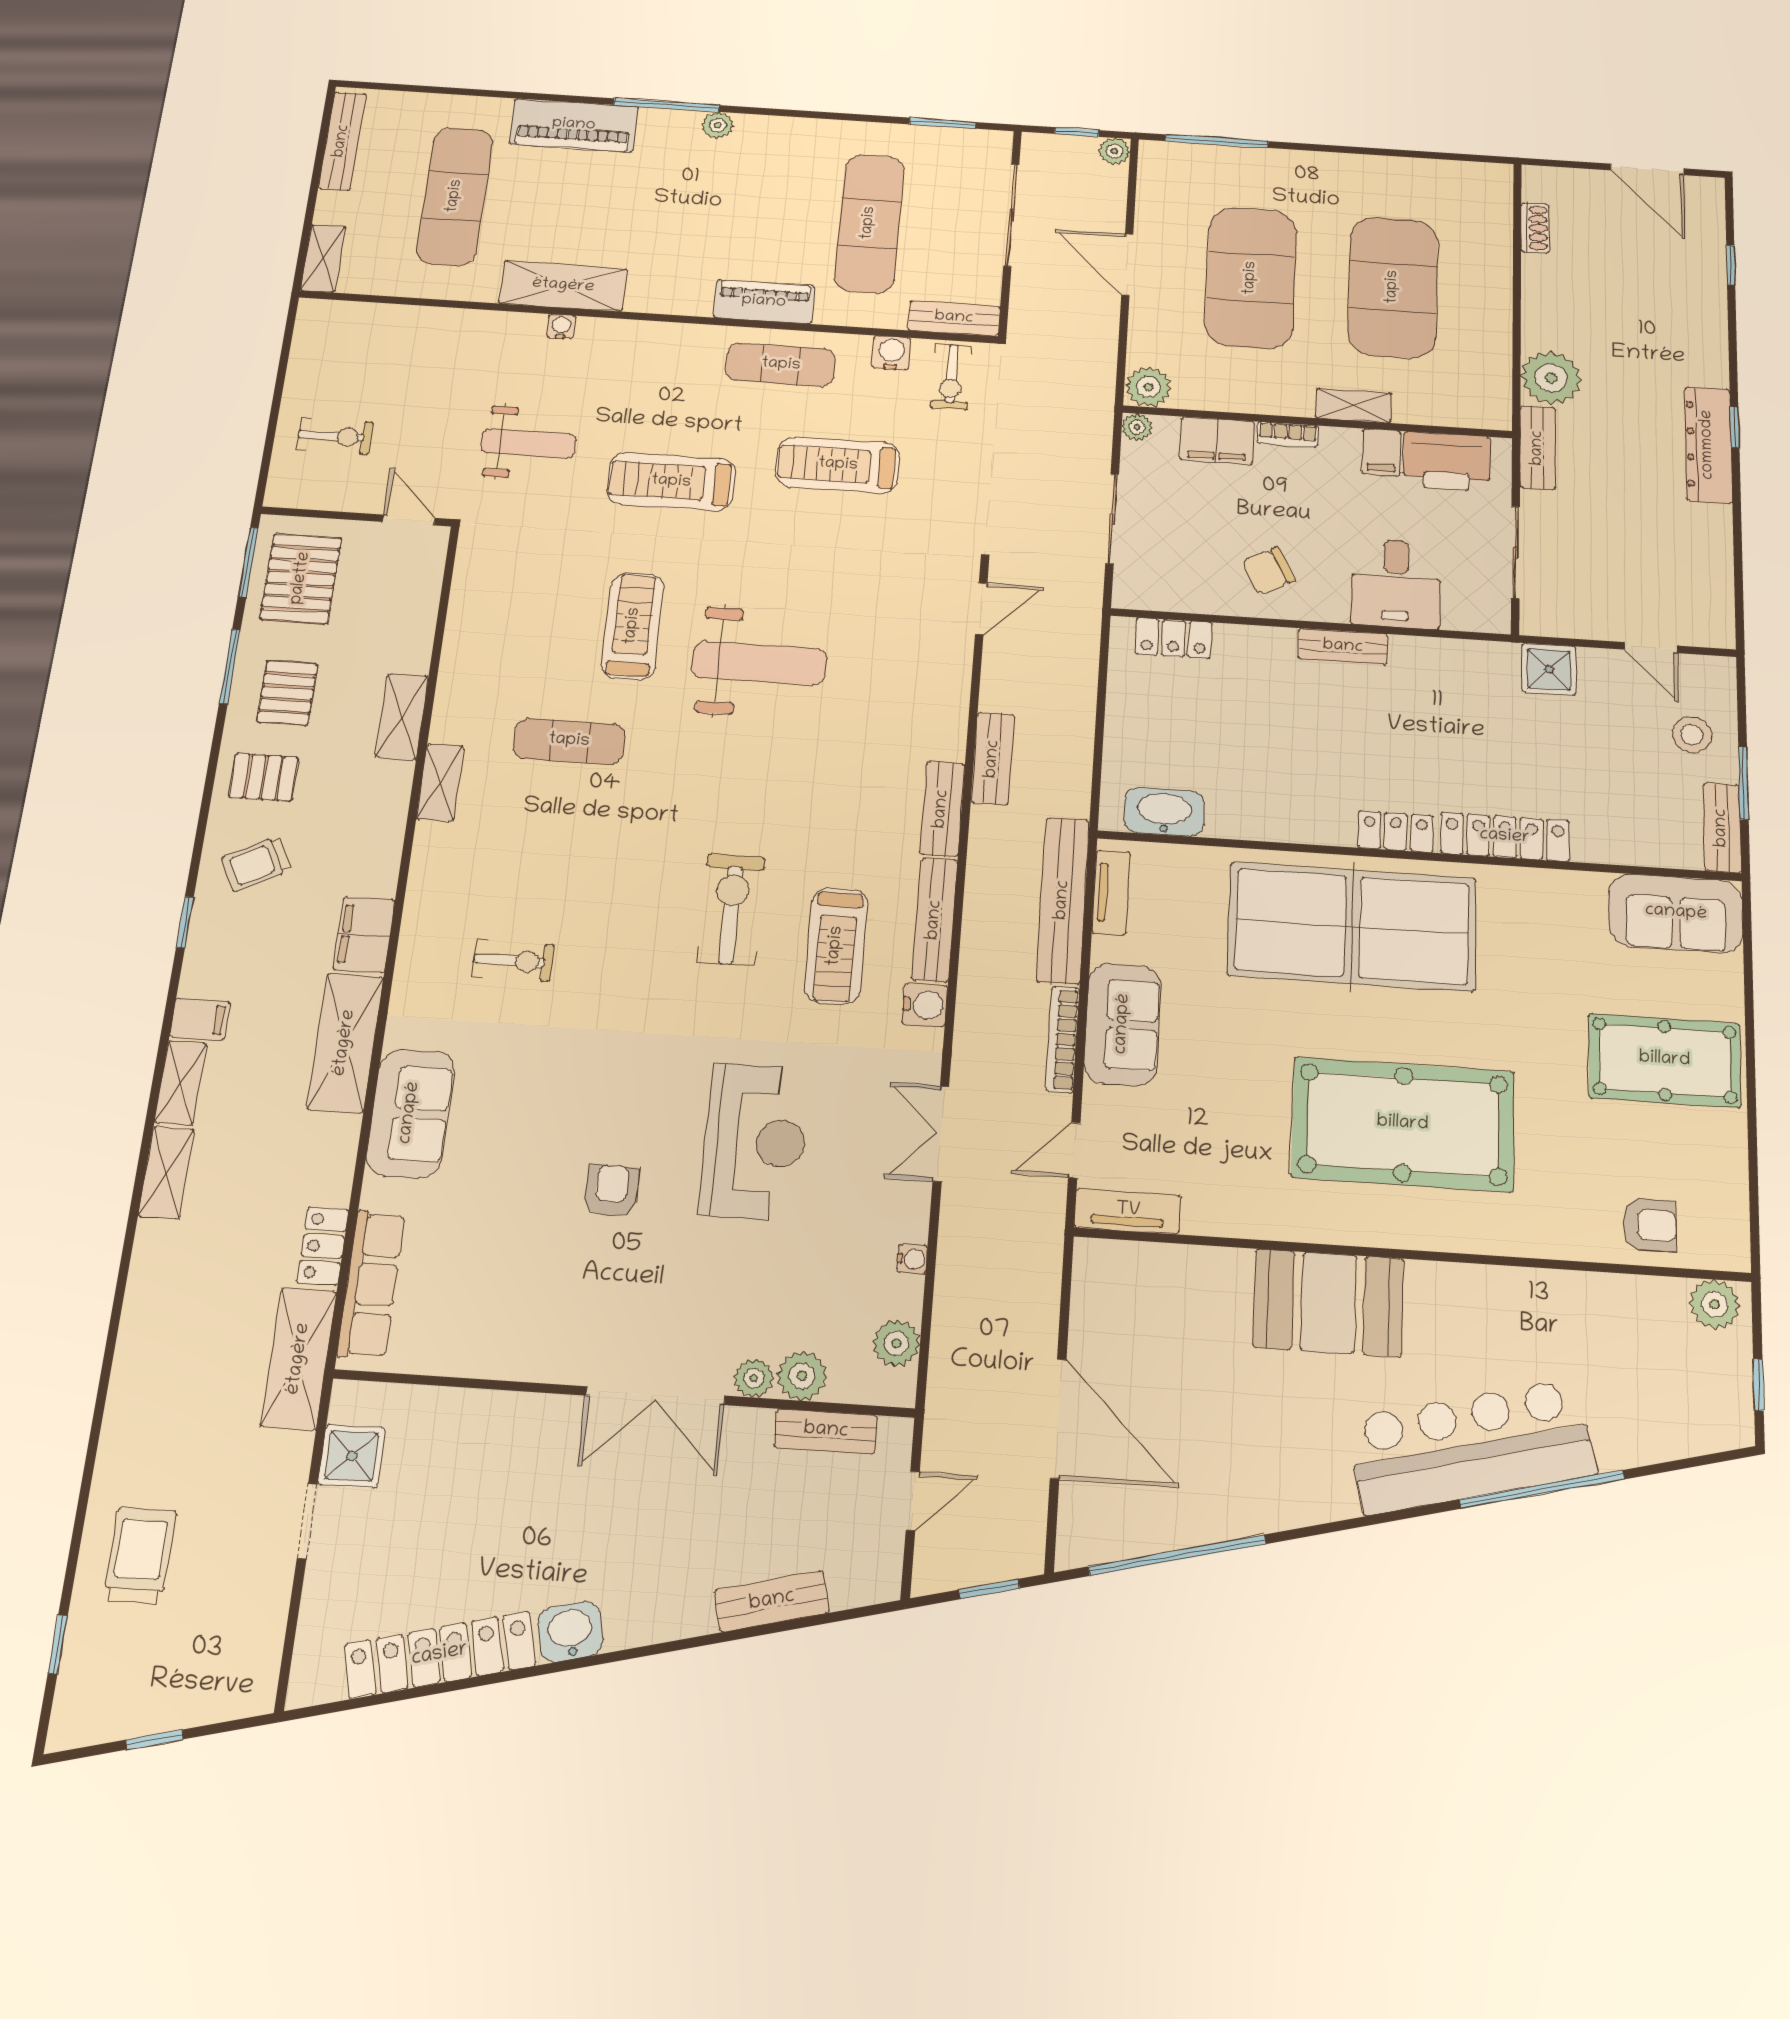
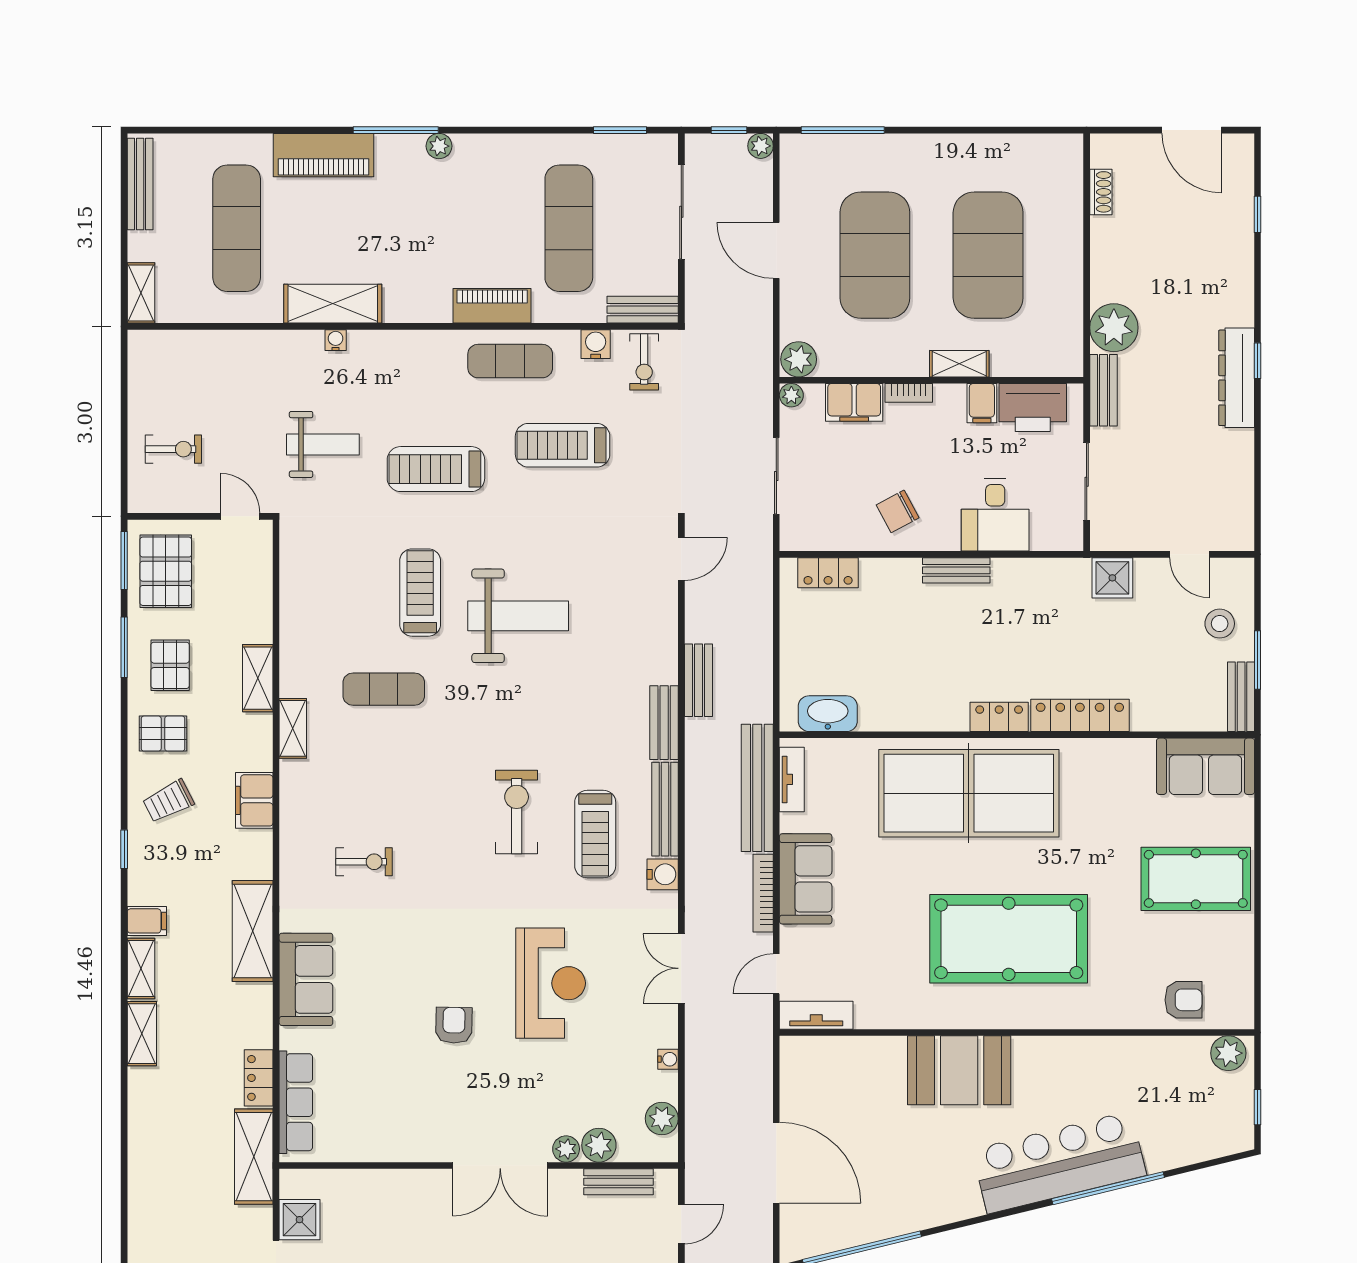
filing cabinet: (364, 935) -> (254, 800), moved

